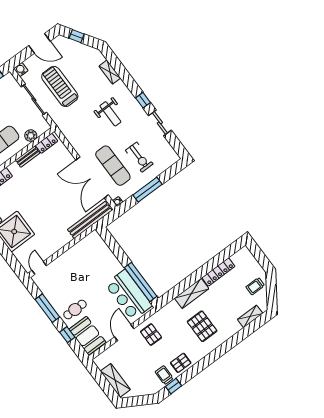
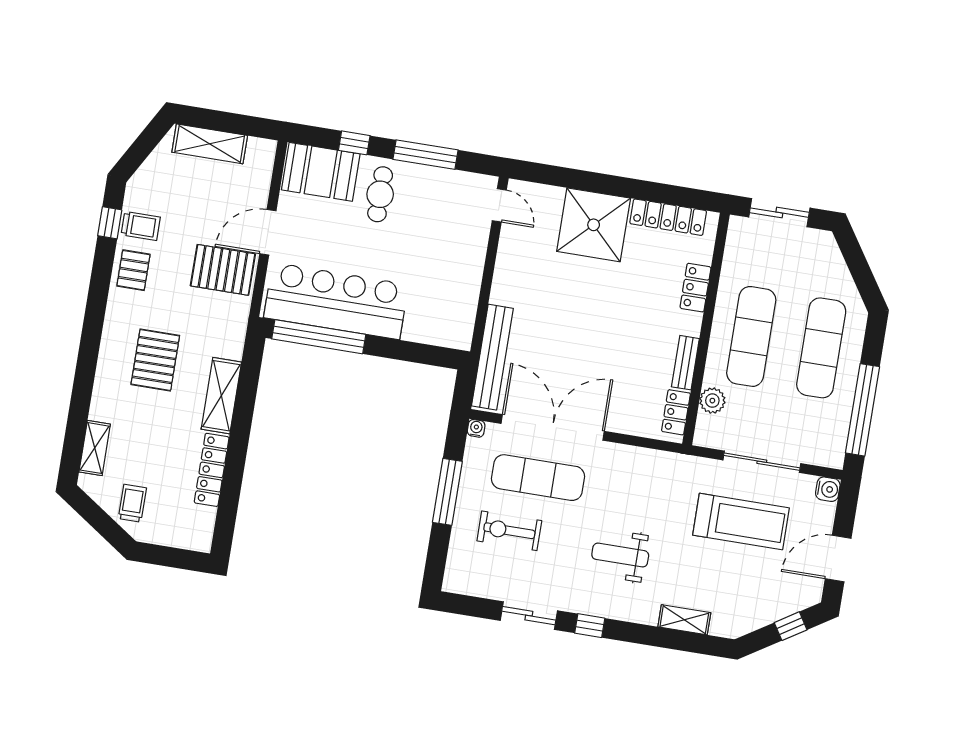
bar counter: (129, 295) -> (336, 301), width x1.36
pallet: (202, 326) -> (155, 360), turned 90
door: (124, 333) -> (268, 232), swing flipped
pallet: (151, 335) -> (223, 270), width x1.50, depth x1.42

